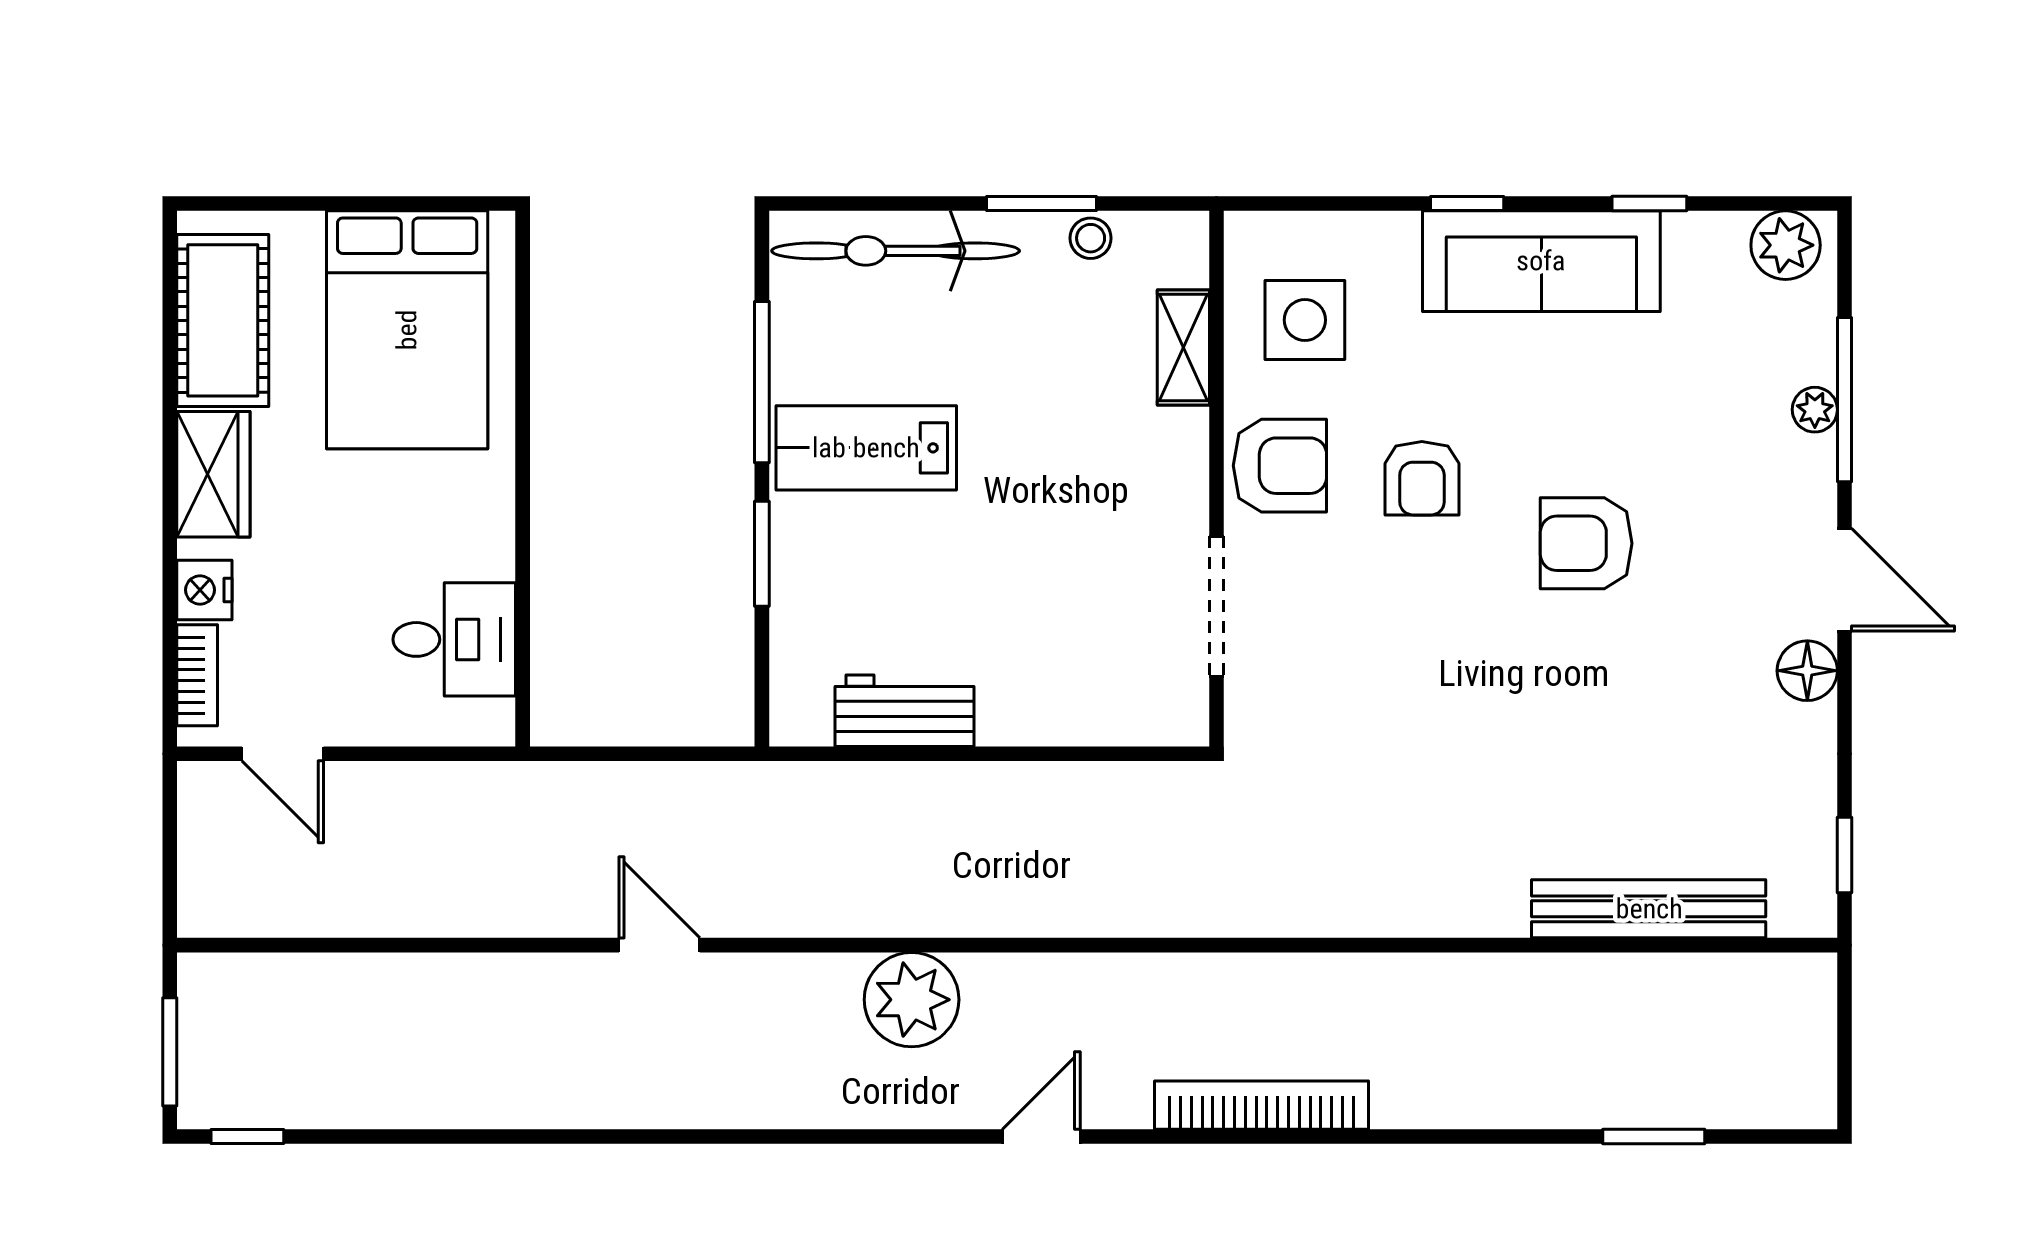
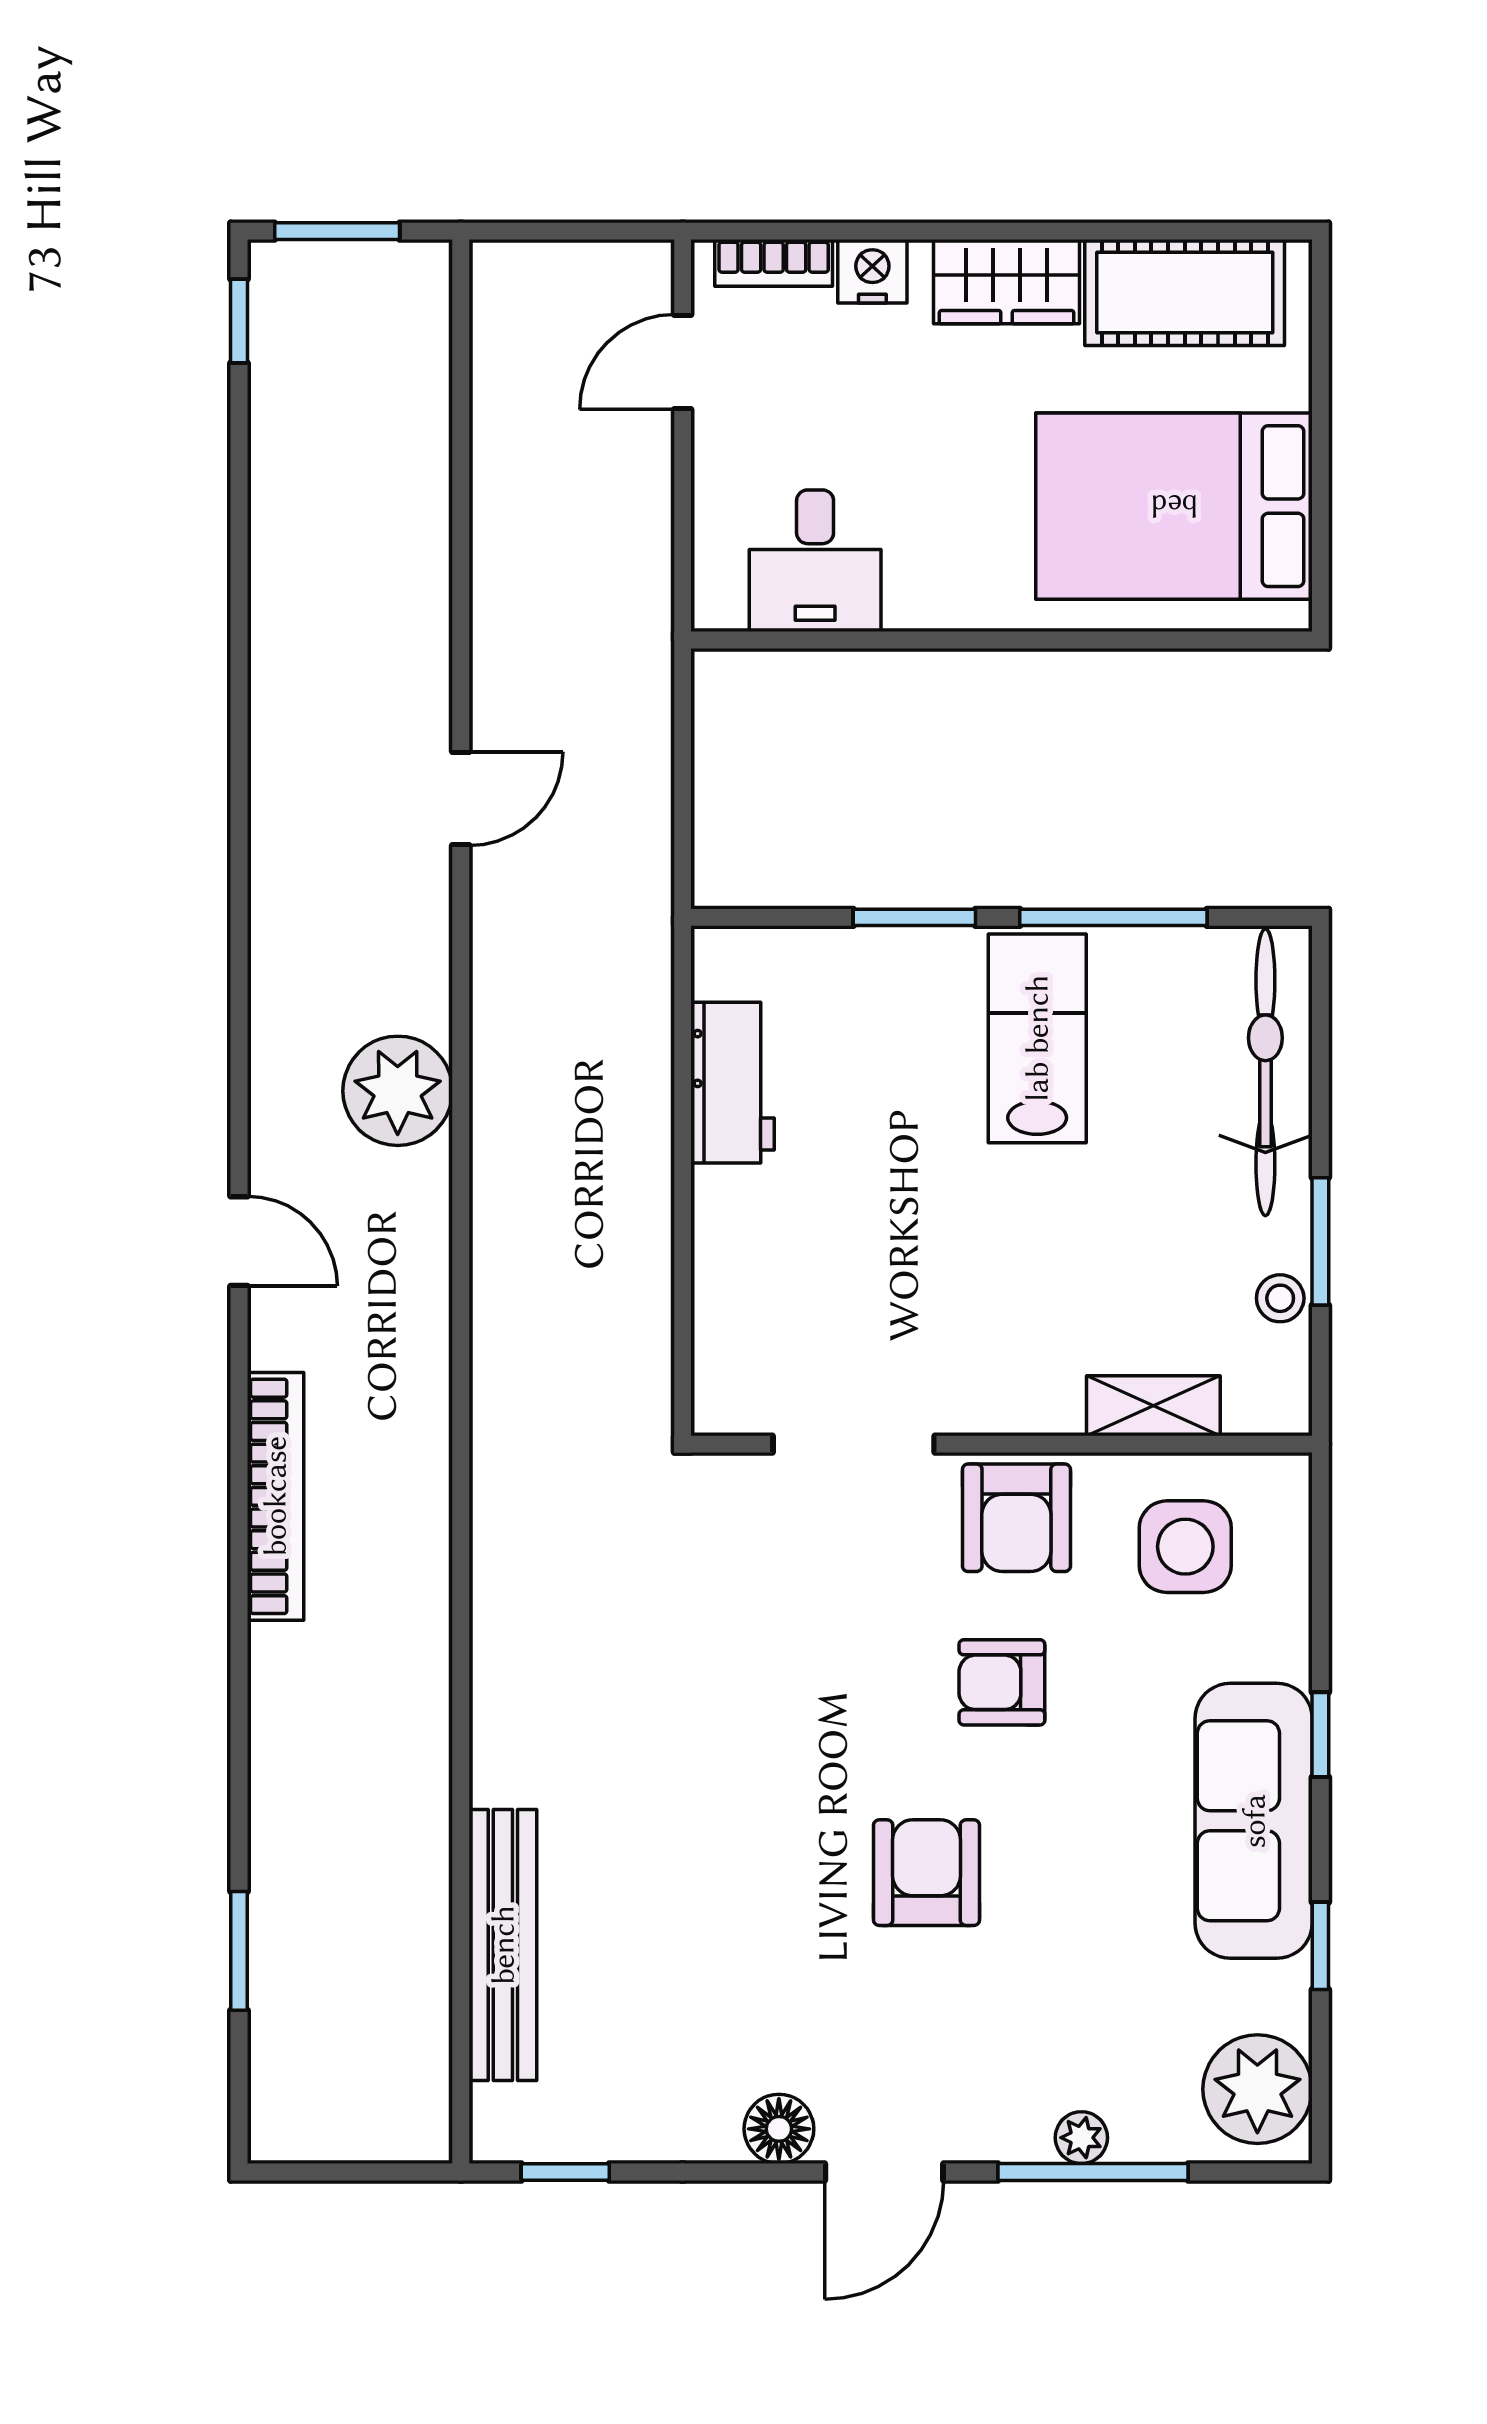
plant: (1786, 245) -> (1257, 2089), width x1.36, depth x1.36

